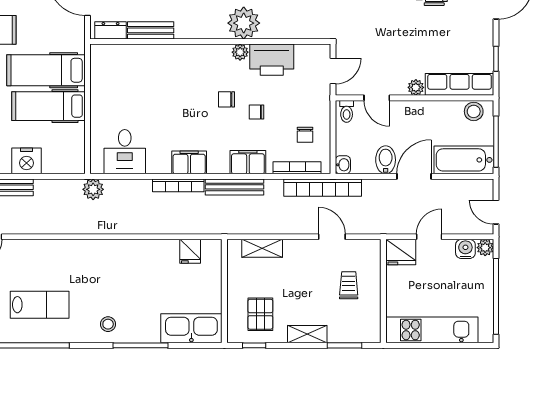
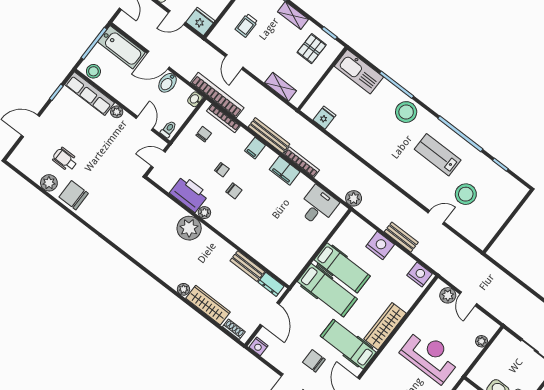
filing cabinet: (248, 162) -> (255, 148), width x0.50
stool: (108, 324) -> (406, 112), width x1.89, depth x1.89

